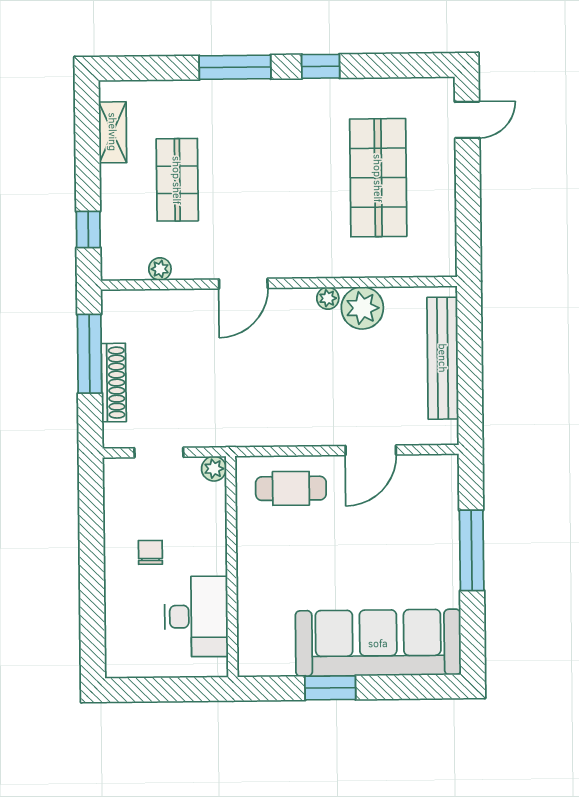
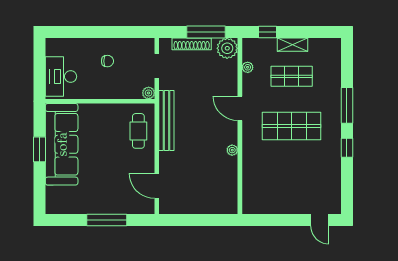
shelving: (113, 132) -> (293, 45), moved
shop shelf: (378, 178) -> (292, 126), moved
plant: (362, 308) -> (227, 48), moved
bench: (443, 358) -> (166, 121), moved, turned 90
door: (371, 450) -> (157, 186), moved
desk: (196, 617) -> (61, 76), moved, turned 90
sofa: (378, 643) -> (62, 144), moved

